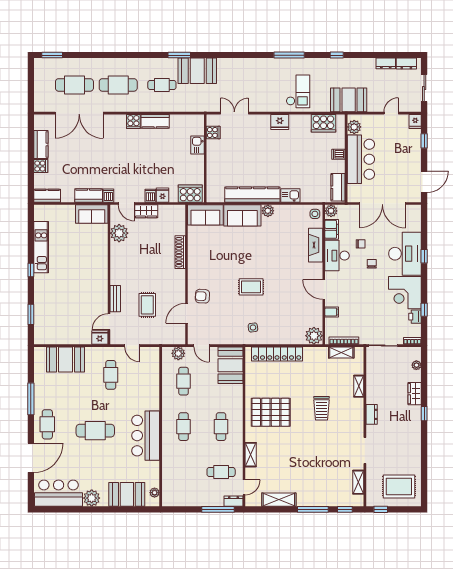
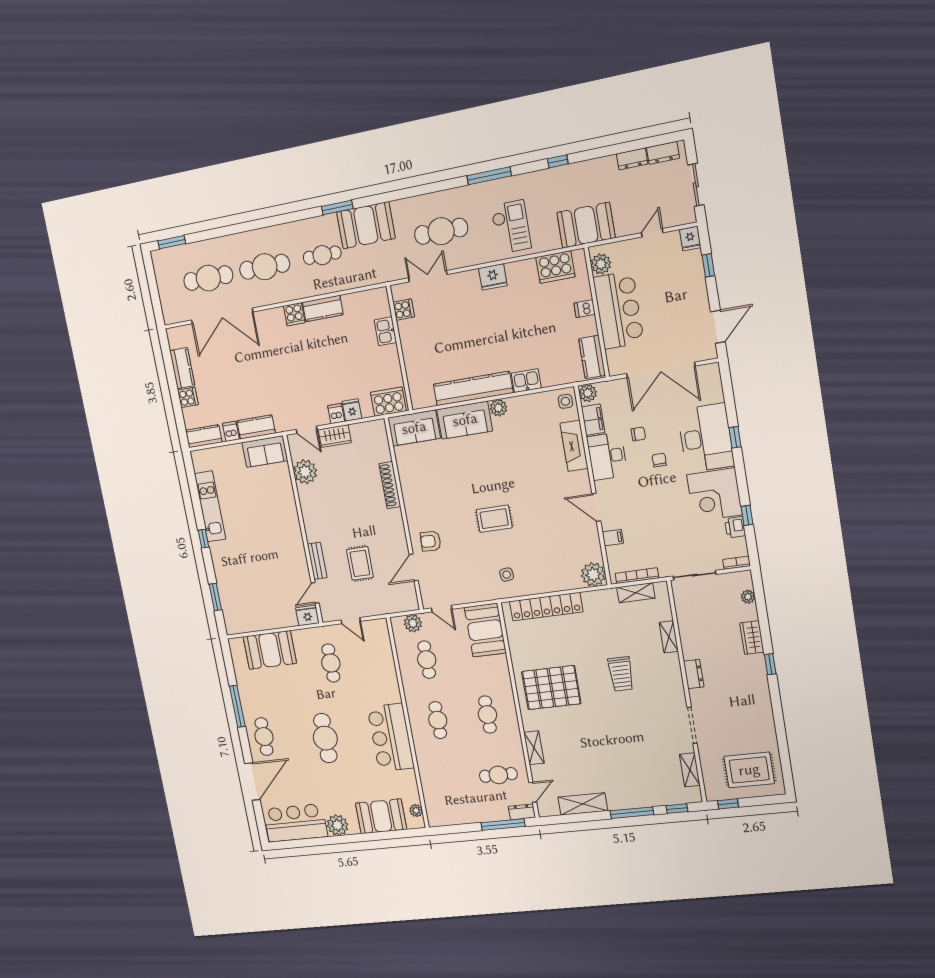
cafe table: (249, 85) -> (441, 231), added
dishwasher: (108, 196) -> (231, 431), moved
cafe table: (95, 431) -> (325, 738), turned 90

